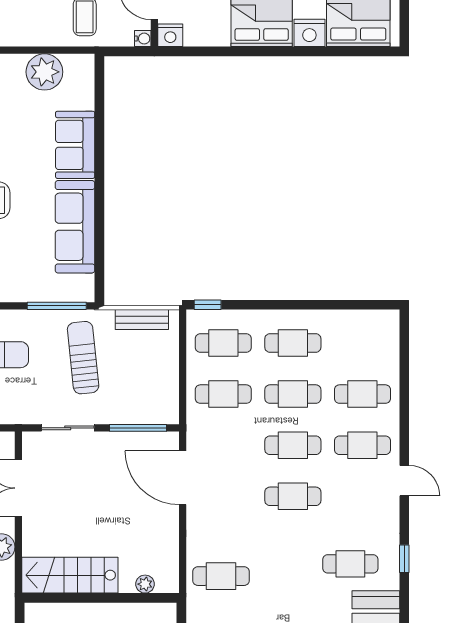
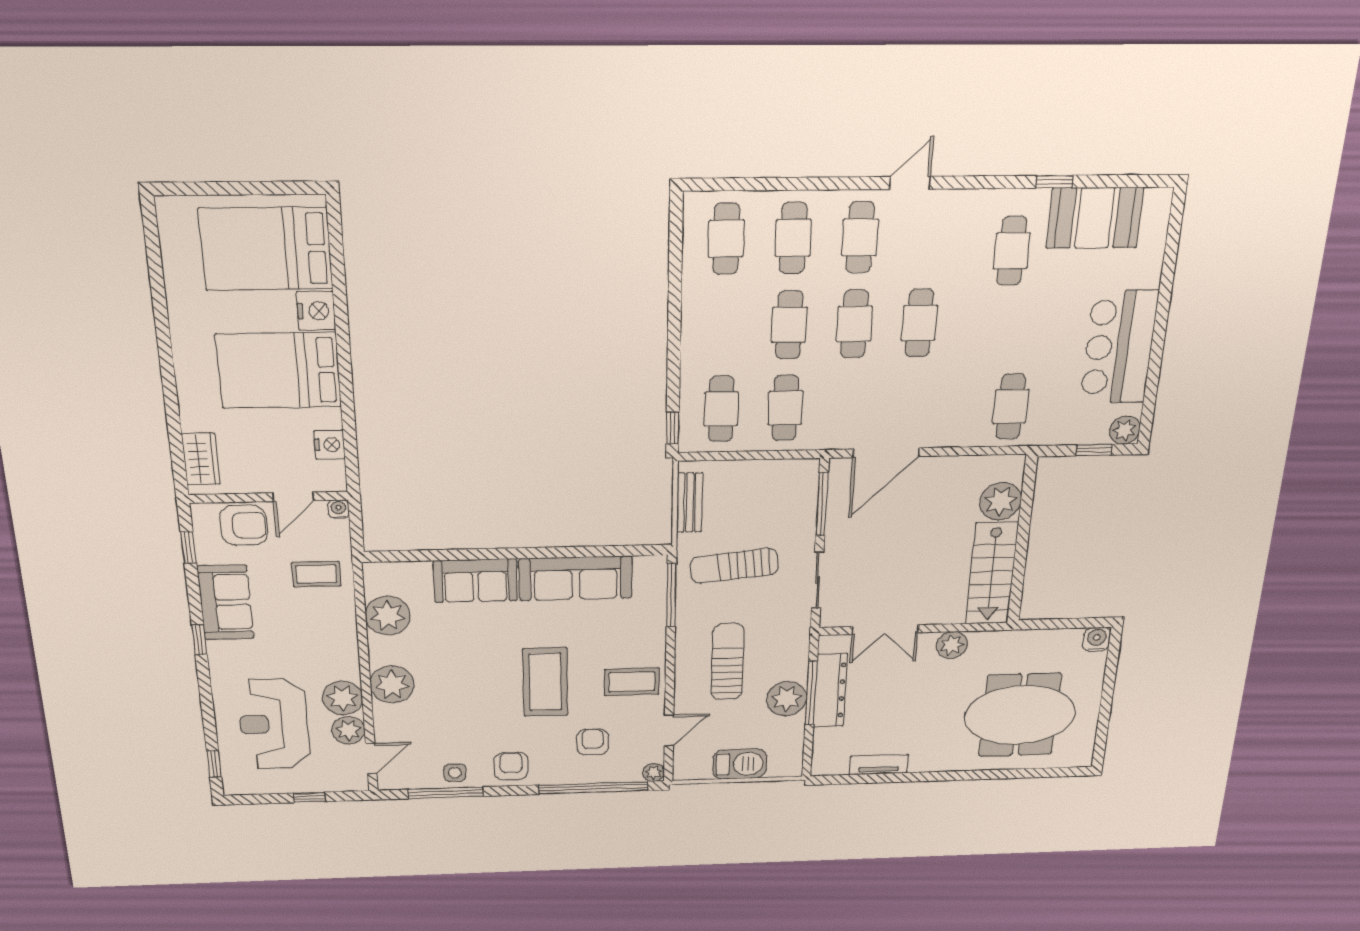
nightstand: (170, 35) -> (330, 445), moved
cafe table: (293, 343) -> (726, 239), moved
window: (404, 559) -> (1054, 182), moved
plant: (145, 584) -> (1001, 501), width x1.87, depth x1.87

